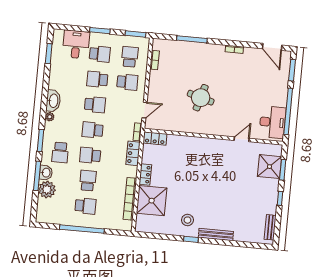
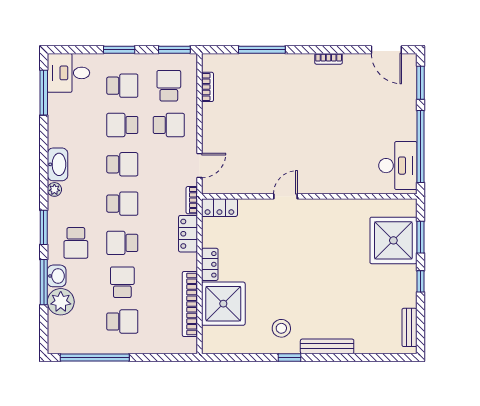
desk: (76, 44) -> (68, 73), moved, turned -90
window: (49, 54) -> (44, 93), width x1.44
round table: (201, 98) -> (284, 138), removed
school desk: (93, 130) -> (122, 204), turned 180
door: (242, 139) -> (285, 196), moved
shower: (269, 167) -> (393, 240), width x1.37, depth x1.37
window: (82, 229) -> (95, 357), moved

